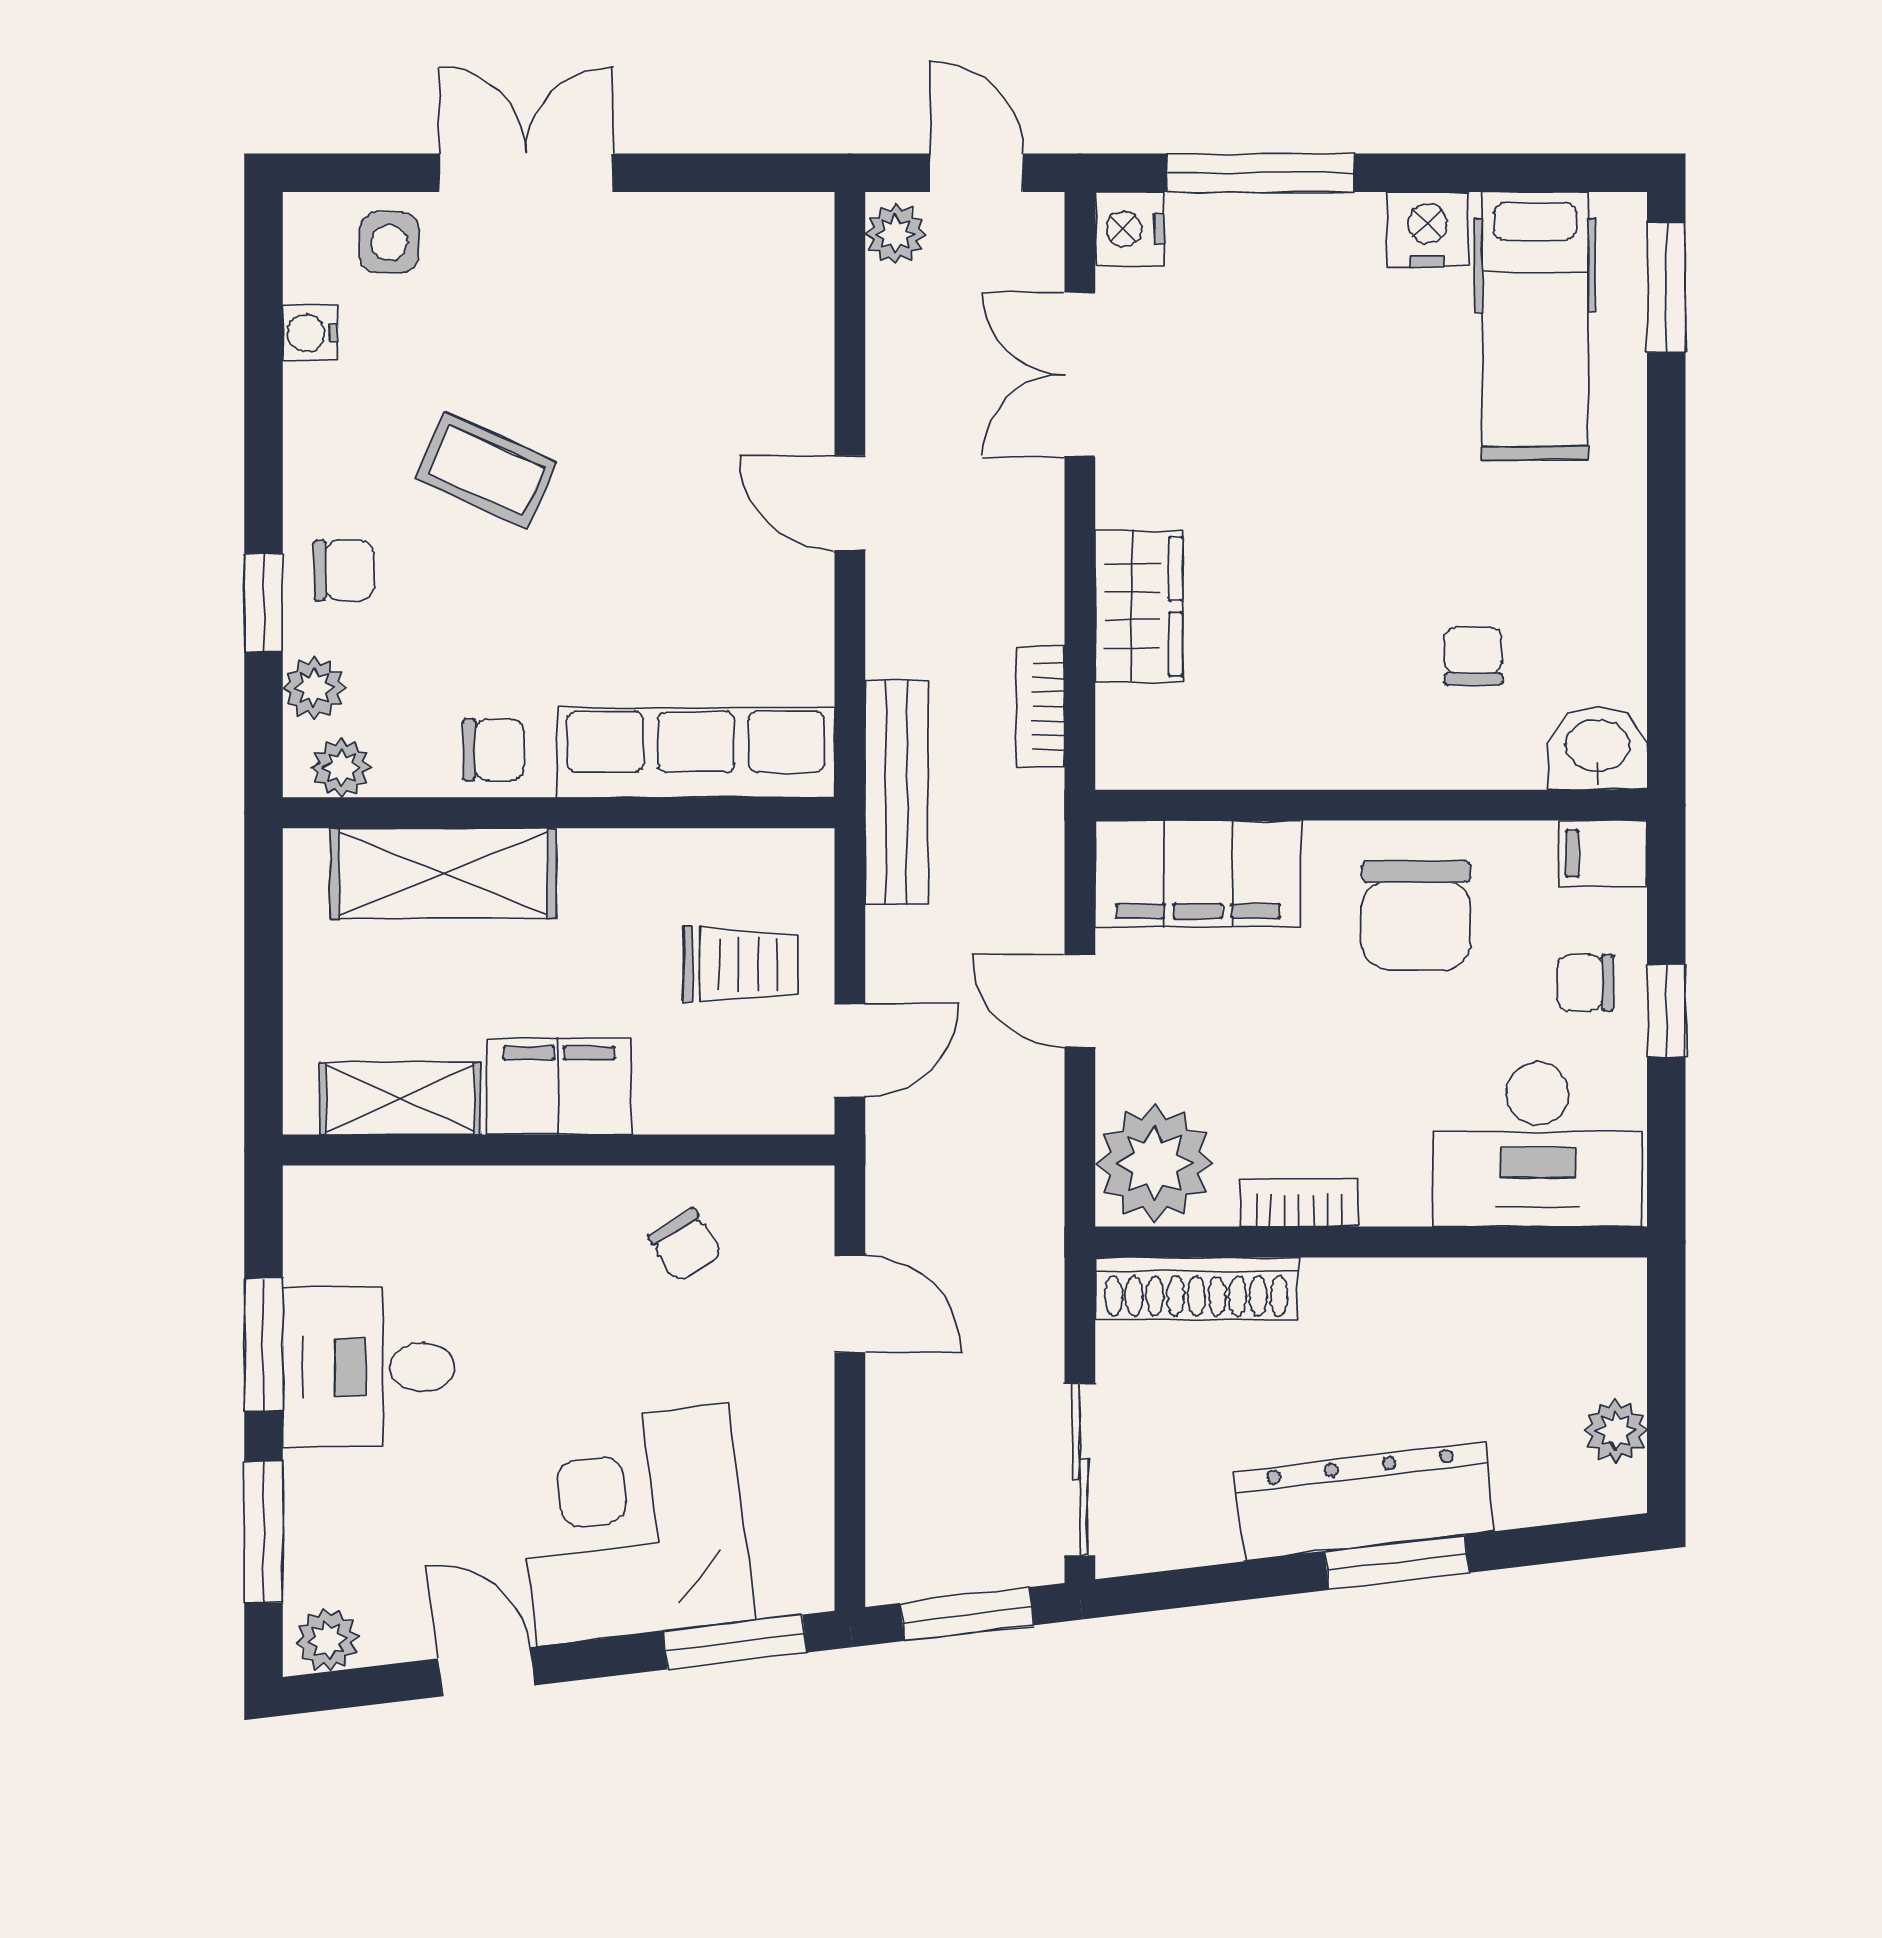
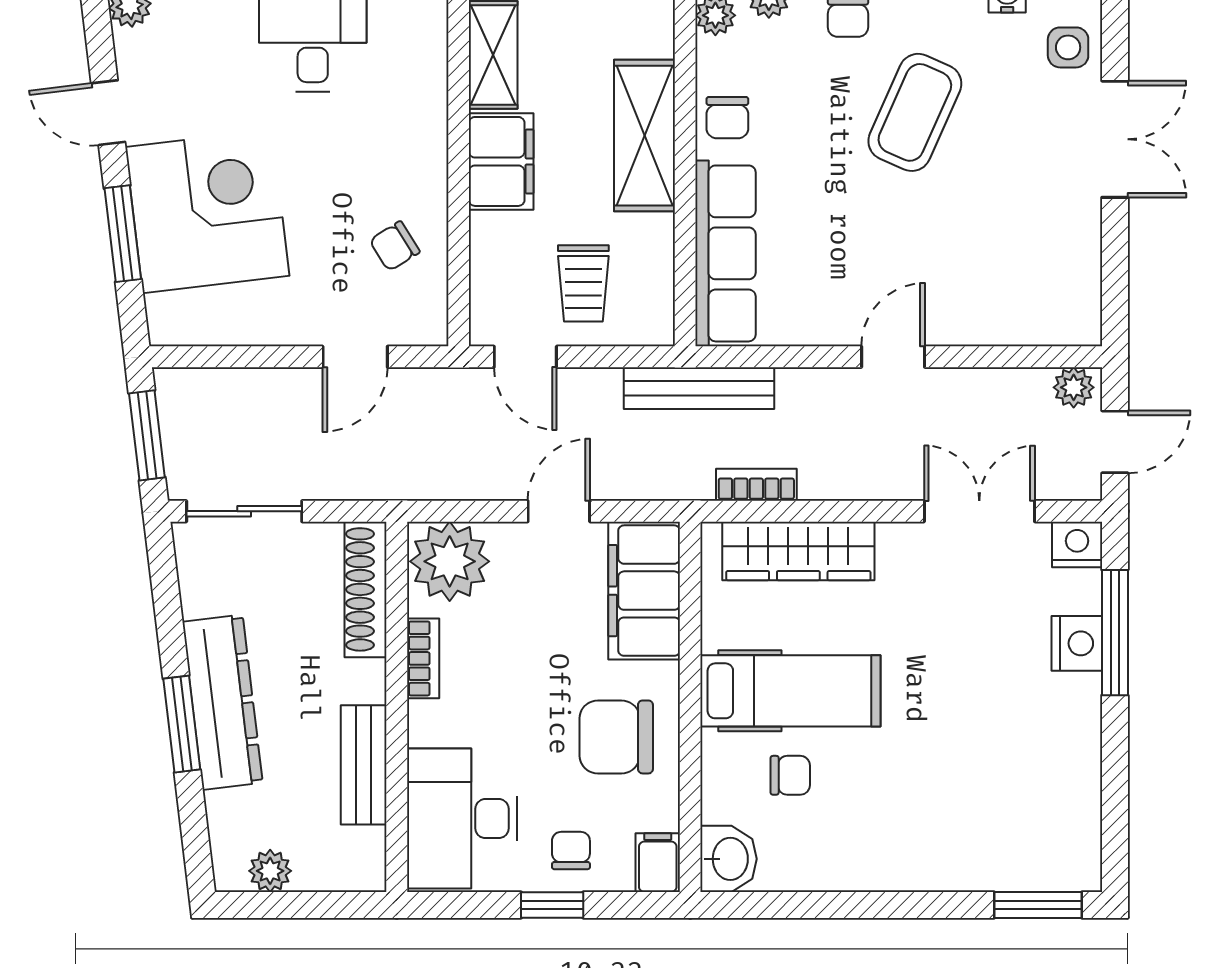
nightstand: (1428, 229) -> (1077, 643), moved
hospital bed: (1535, 326) -> (790, 691), moved, turned 180
coffee table: (486, 471) -> (915, 112), width x1.36, depth x1.30
wardrobe: (1139, 606) -> (798, 551), width x1.50
shelving: (443, 873) -> (644, 136), moved
bench: (1458, 1291) -> (364, 765), added
window: (735, 1642) -> (123, 234), moved
door: (486, 1672) -> (108, 113), swing flipped

